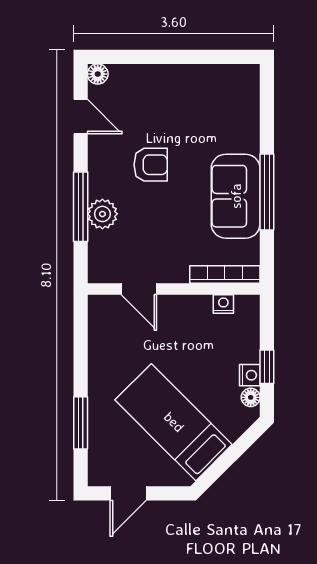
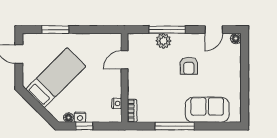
sofa: (236, 196) -> (207, 110), moved
bookcase: (225, 275) -> (132, 111), width x0.64

